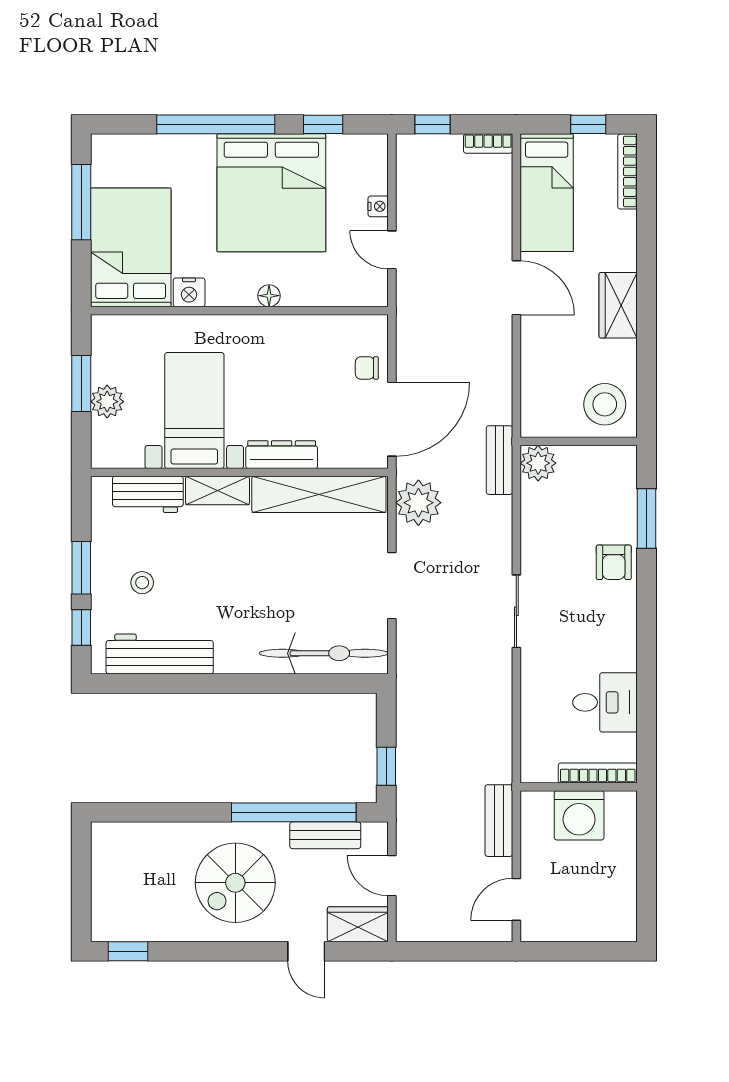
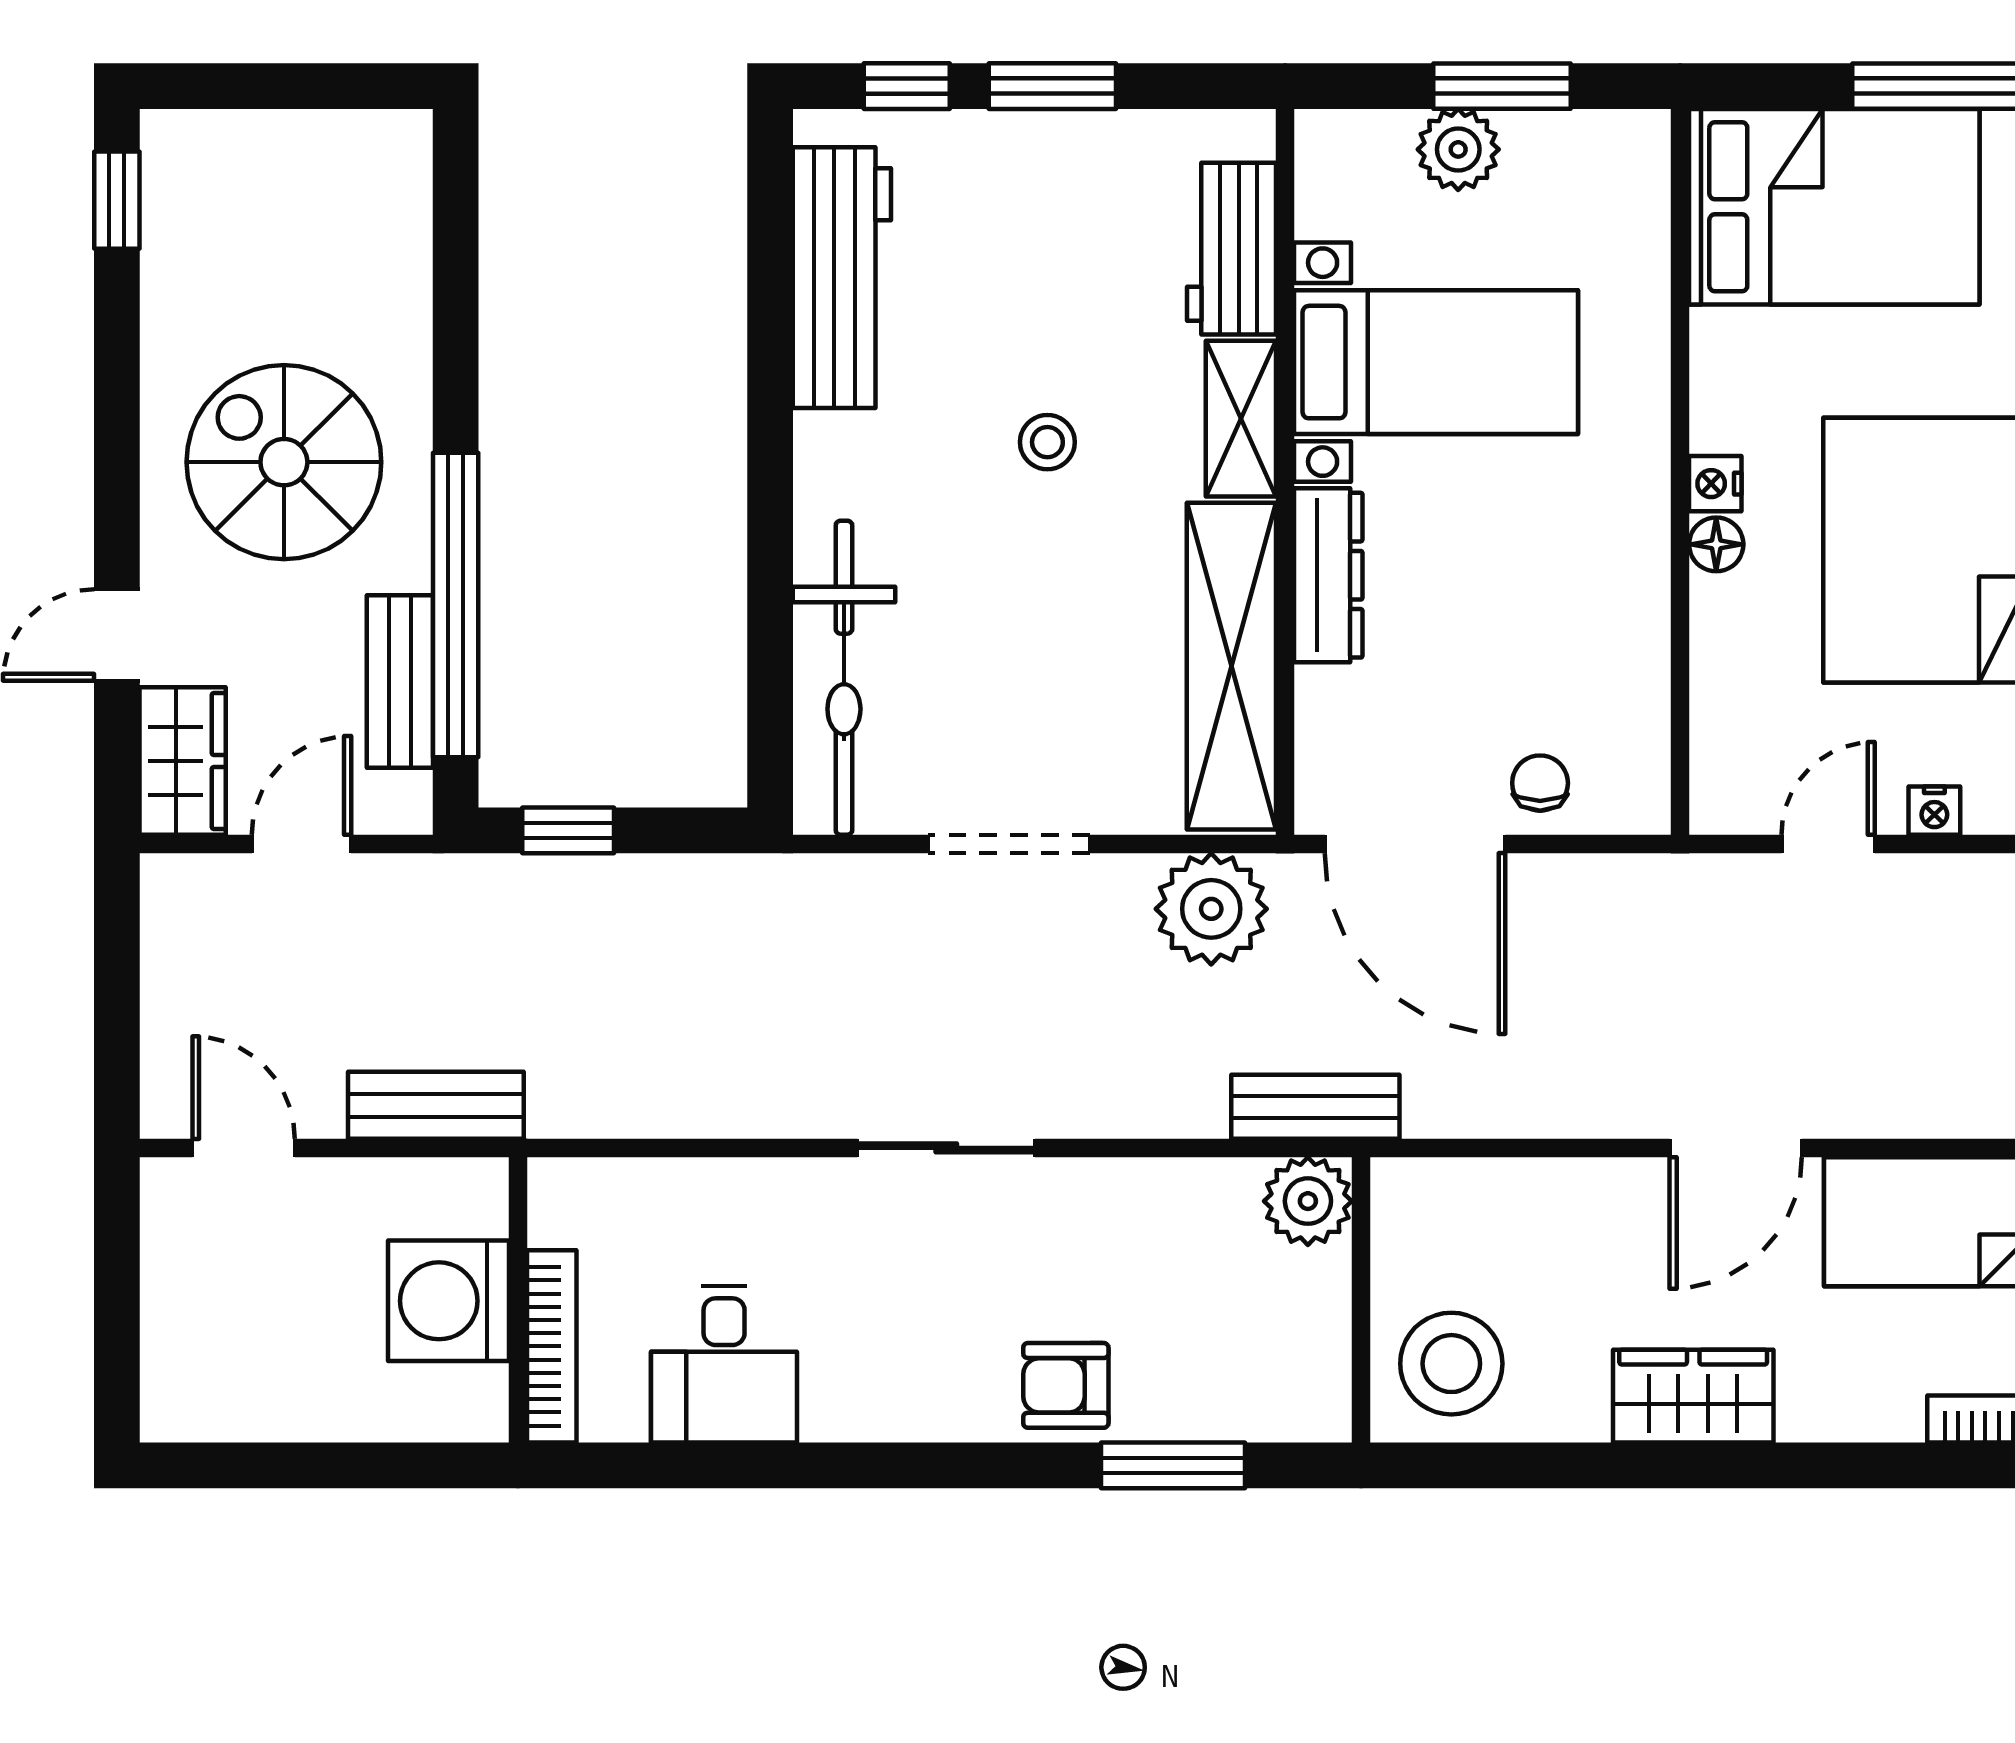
nightstand: (189, 292) -> (1715, 484), moved, width x0.72, depth x0.74
stool: (142, 583) -> (1047, 442), moved

